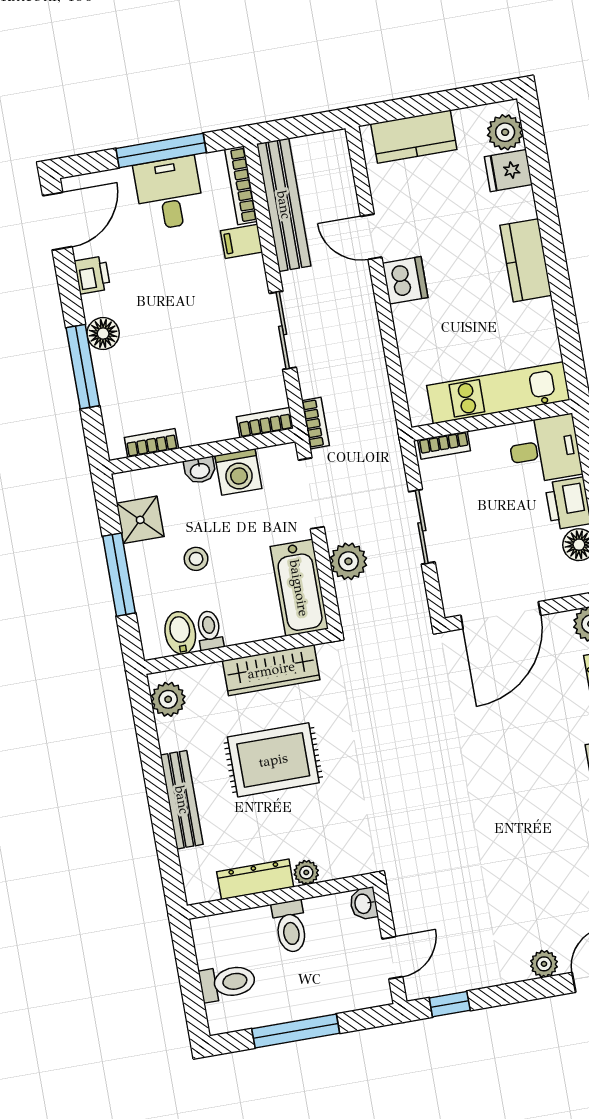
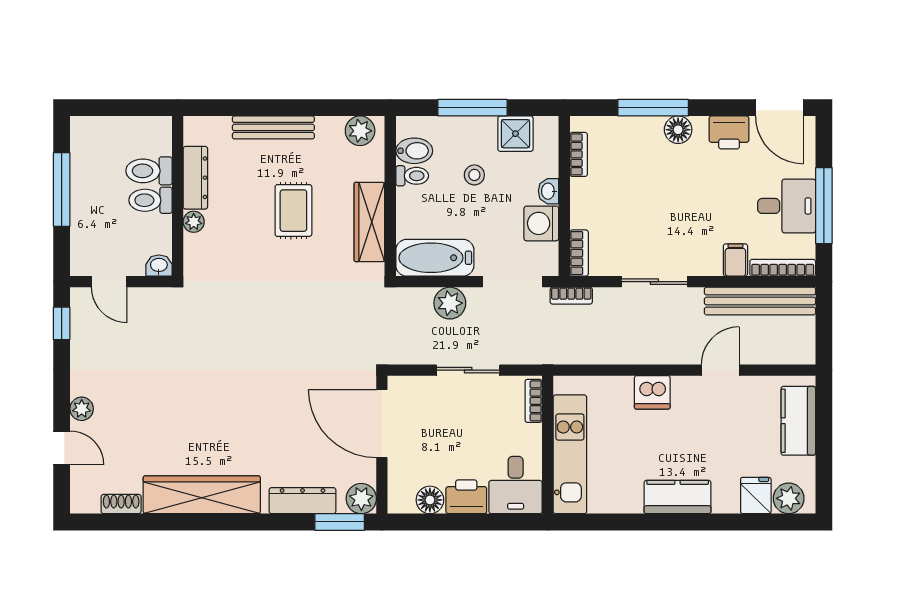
printer: (92, 275) -> (729, 132), width x1.36, depth x1.24
dishwasher: (405, 280) -> (652, 392), moved
rug: (273, 760) -> (293, 211), width x0.73, depth x0.70
toilet: (227, 983) -> (149, 171), moved, turned 90

